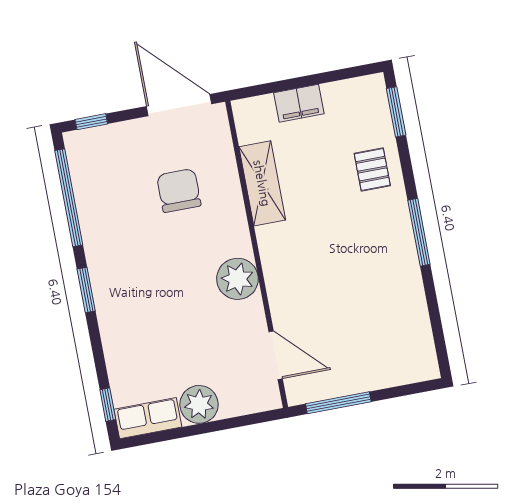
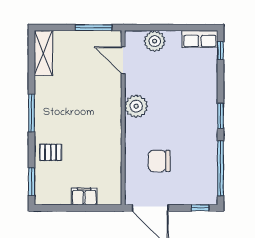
pallet: (372, 170) -> (51, 152), turned 90
shelving: (262, 183) -> (44, 53), moved
chair: (179, 190) -> (159, 161), turned 90
plant: (199, 404) -> (155, 41), moved

